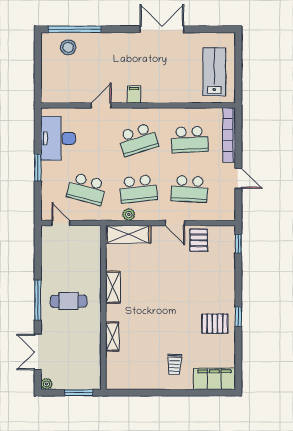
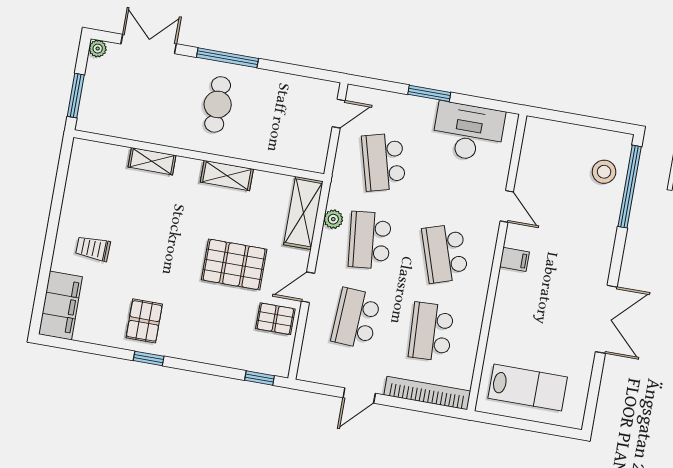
school desk: (87, 189) -> (384, 162), turned -30
pallet: (169, 273) -> (234, 264), added

